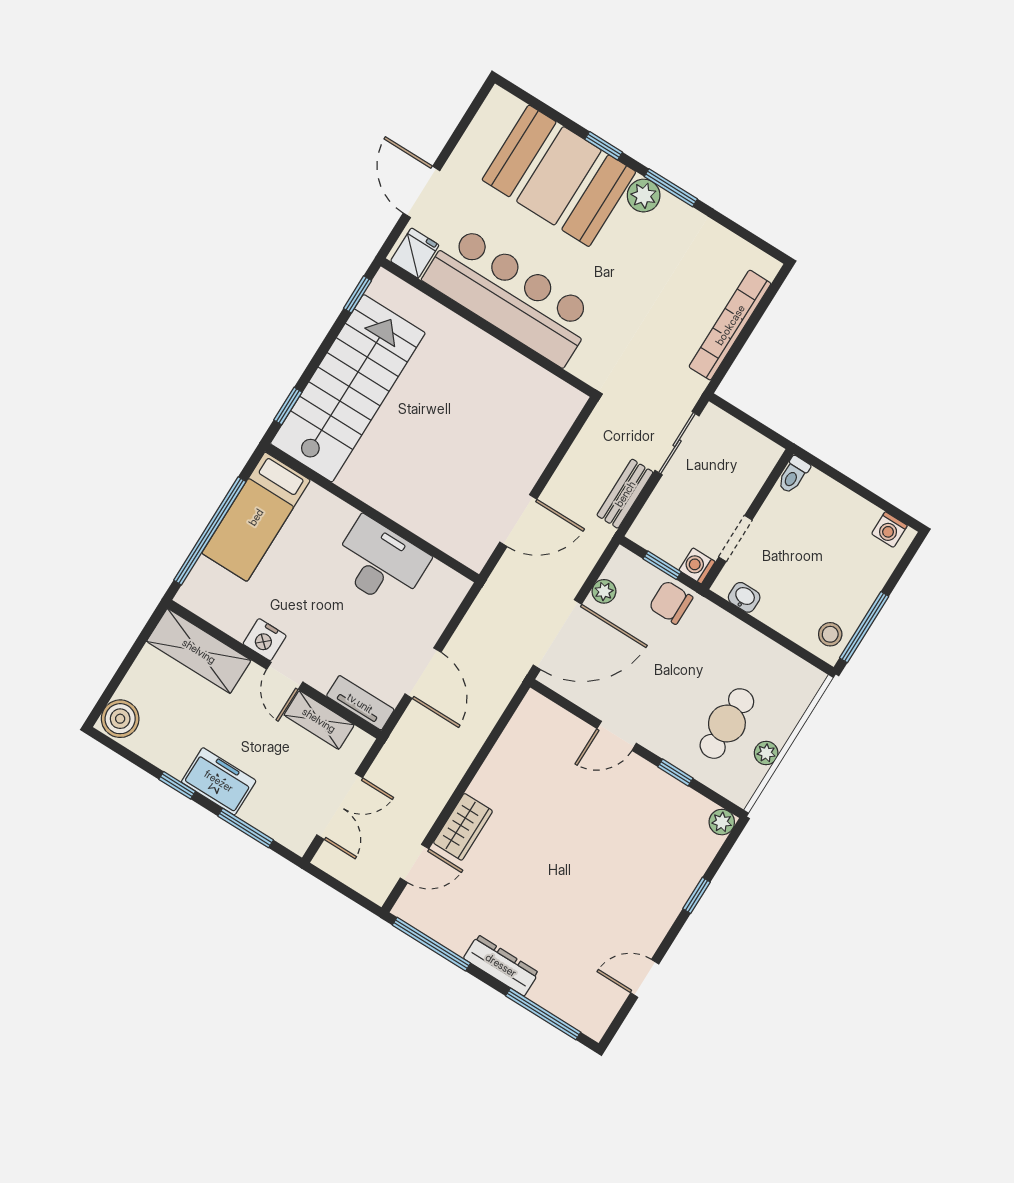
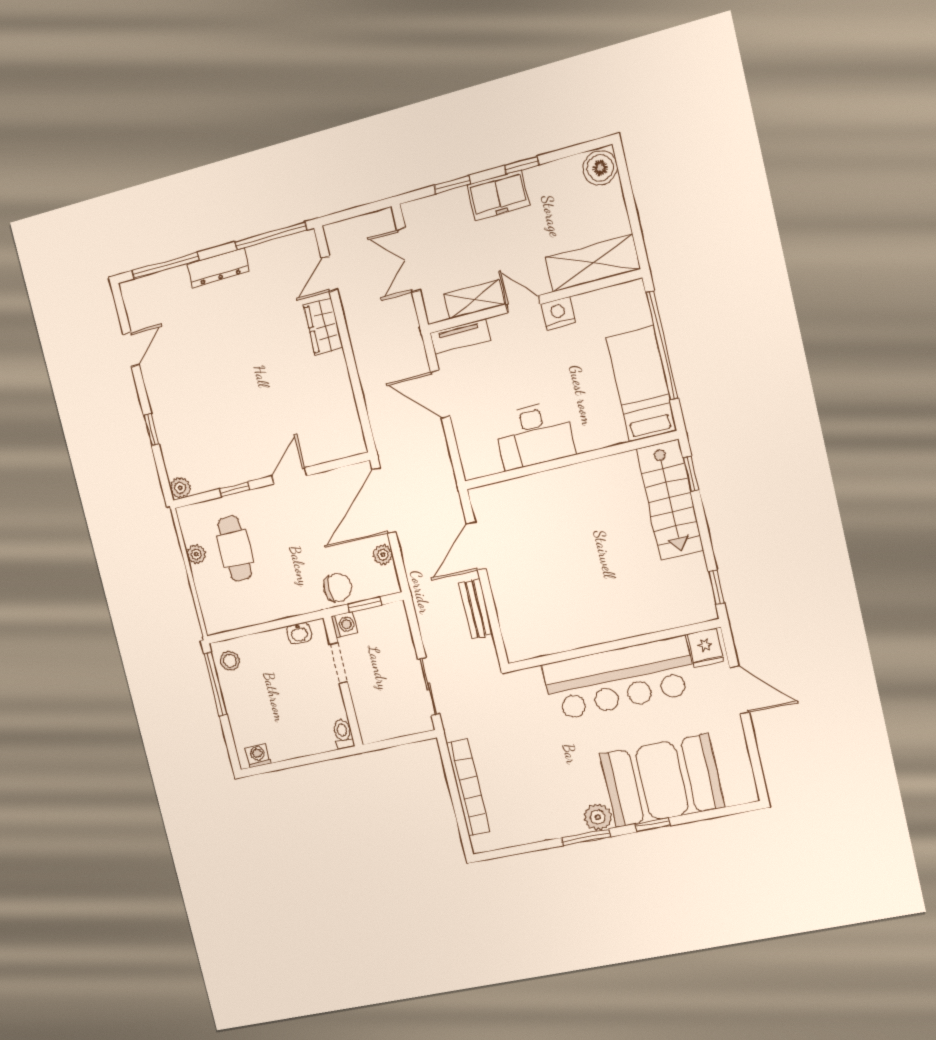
stairs: (348, 388) -> (670, 500), width x0.73, depth x0.66
bench: (625, 494) -> (476, 609), moved
window: (246, 828) -> (452, 185), width x0.67

